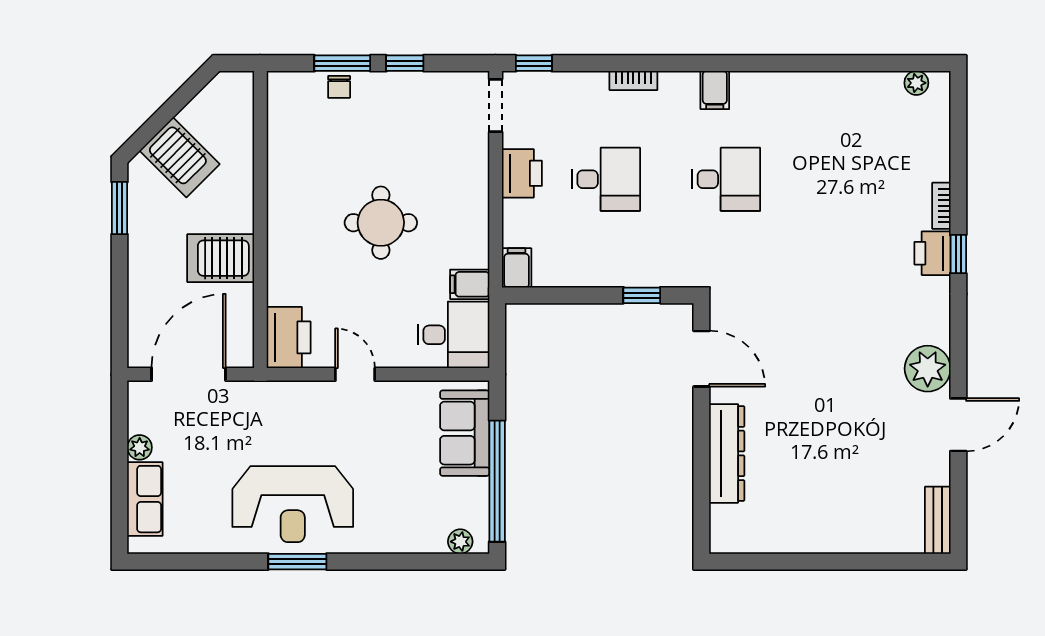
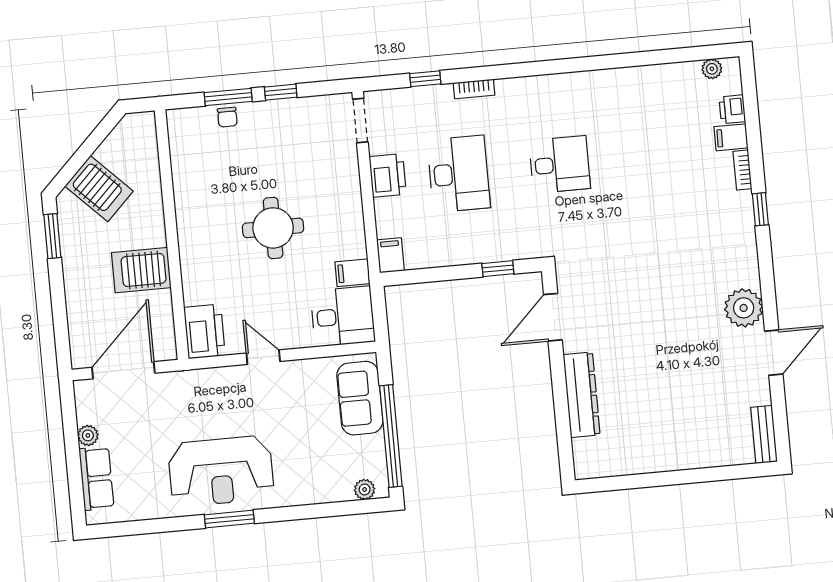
window: (534, 63) -> (425, 79), moved
filing cabinet: (715, 90) -> (731, 137), moved, turned 90
desk: (606, 179) -> (459, 174), width x1.37
printer: (933, 253) -> (732, 109), moved, width x0.73, depth x0.81
door: (701, 359) -> (553, 317), swing flipped

